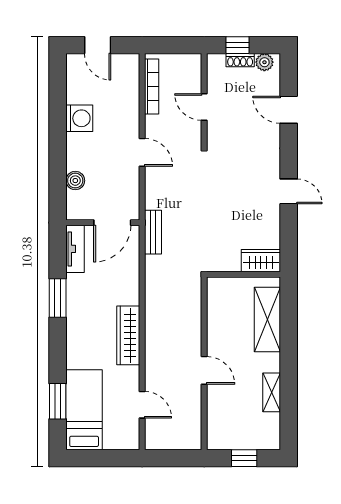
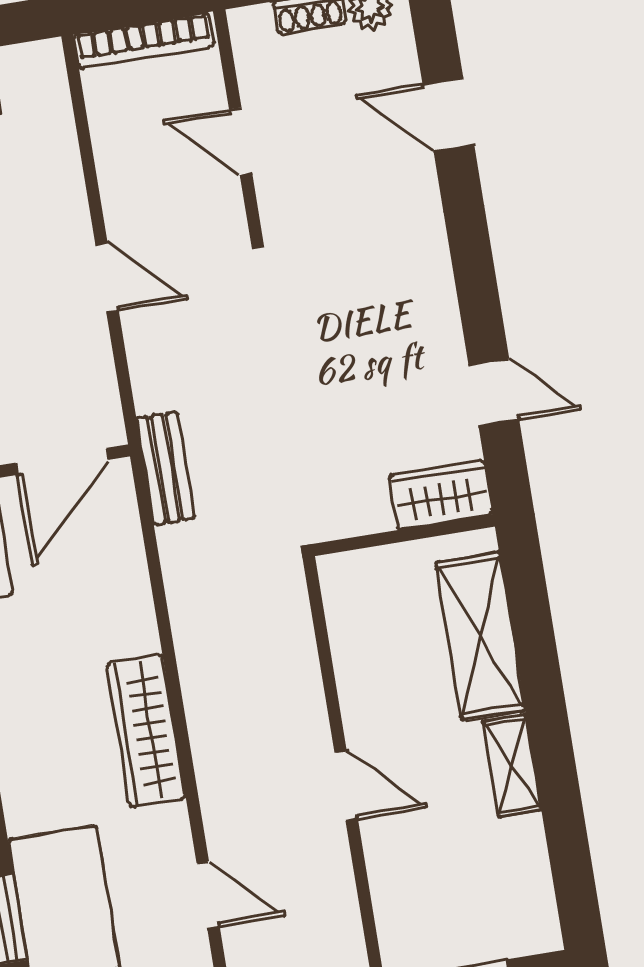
bookcase: (152, 87) -> (144, 40), moved, turned 90
door: (289, 191) -> (494, 392), moved
shelving: (272, 392) -> (512, 766), moved

